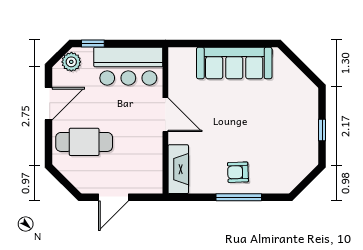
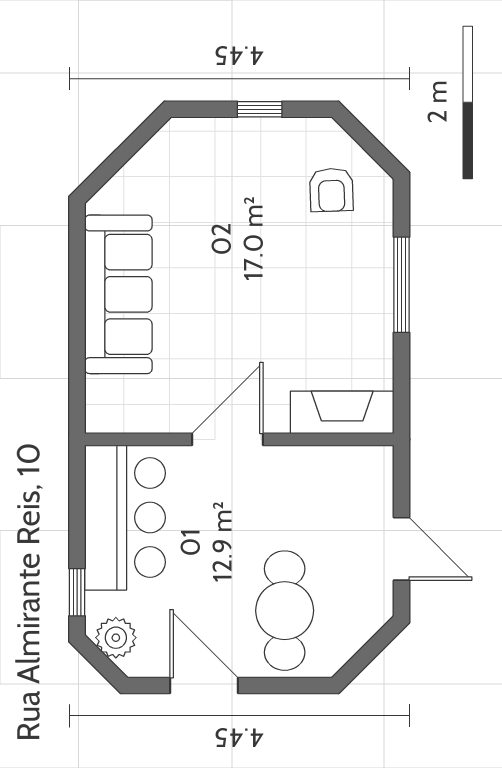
armchair: (238, 172) -> (331, 190), moved

